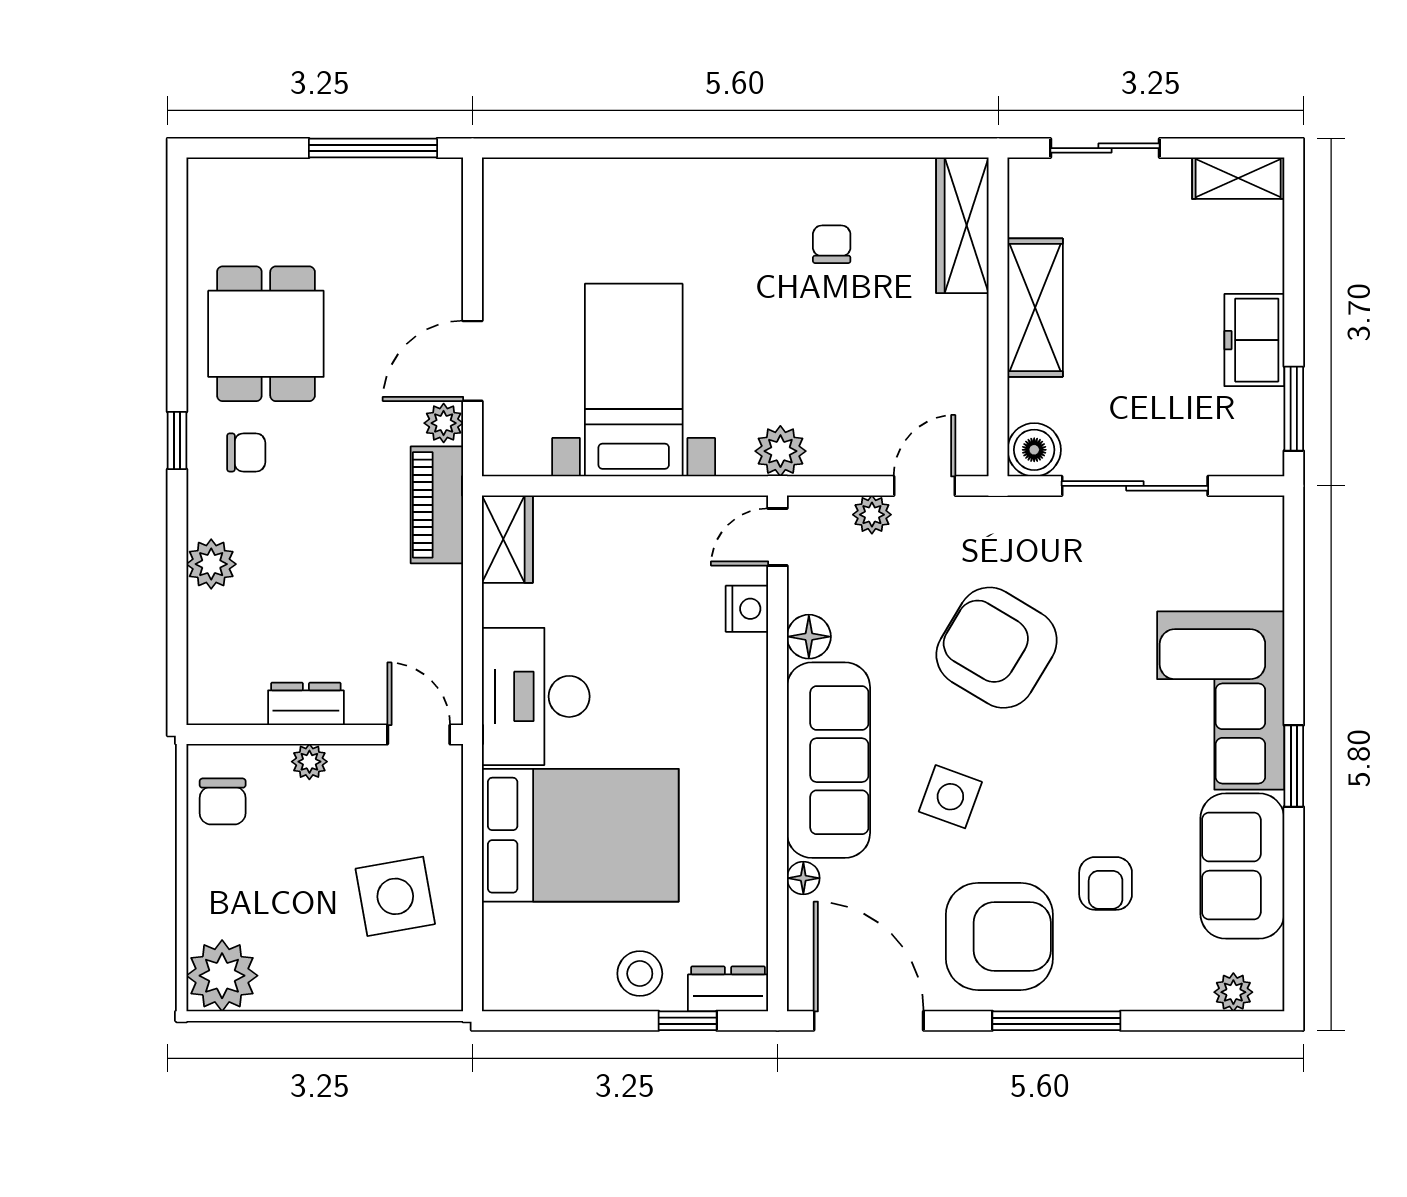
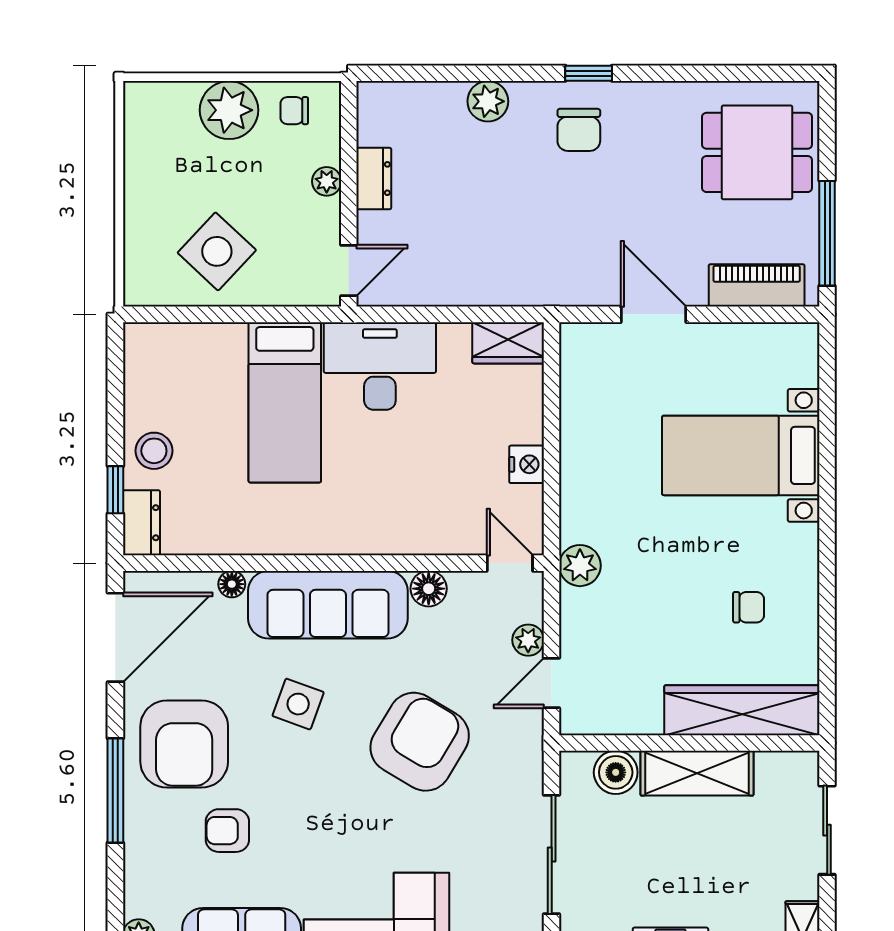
wardrobe: (962, 225) -> (742, 710), width x1.40, depth x1.17
dining table: (266, 334) -> (757, 152), moved
bed with nightstands: (634, 380) -> (741, 455), moved, turned 180
plant: (444, 423) -> (603, 291), removed
boiler: (1034, 450) -> (616, 772), moved
chair: (246, 452) -> (579, 130), width x1.37, depth x1.37
door: (924, 486) -> (552, 683), swing flipped
piano: (437, 505) -> (757, 285), moved
nightstand: (747, 609) -> (527, 464), moved, turned -90
chair: (223, 801) -> (294, 111), width x0.73, depth x0.73
bed: (580, 835) -> (285, 402), width x0.67
side table: (395, 896) -> (217, 251), turned -37
plant: (222, 976) -> (229, 110), moved

